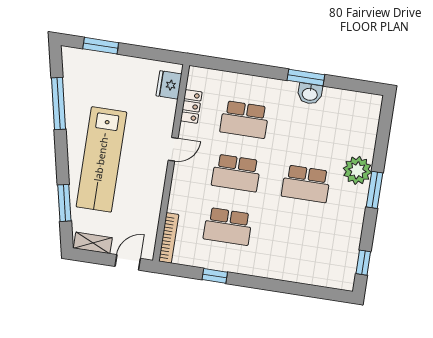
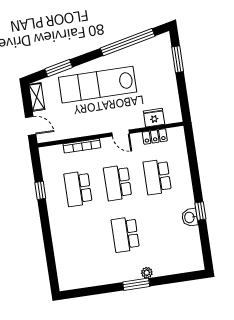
window: (306, 77) -> (200, 211), width x0.67
fridge: (169, 85) -> (154, 118), moved
window: (58, 104) -> (128, 42), width x1.46
plant: (357, 170) -> (147, 273), width x0.53, depth x0.53
bookcase: (169, 238) -> (82, 146), moved
window: (363, 263) -> (82, 292), removed

